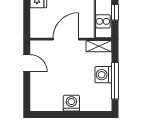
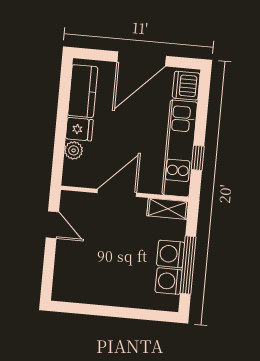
plant: (36, 15) -> (74, 150), added
washing machine: (71, 103) -> (169, 281), moved, turned -90

